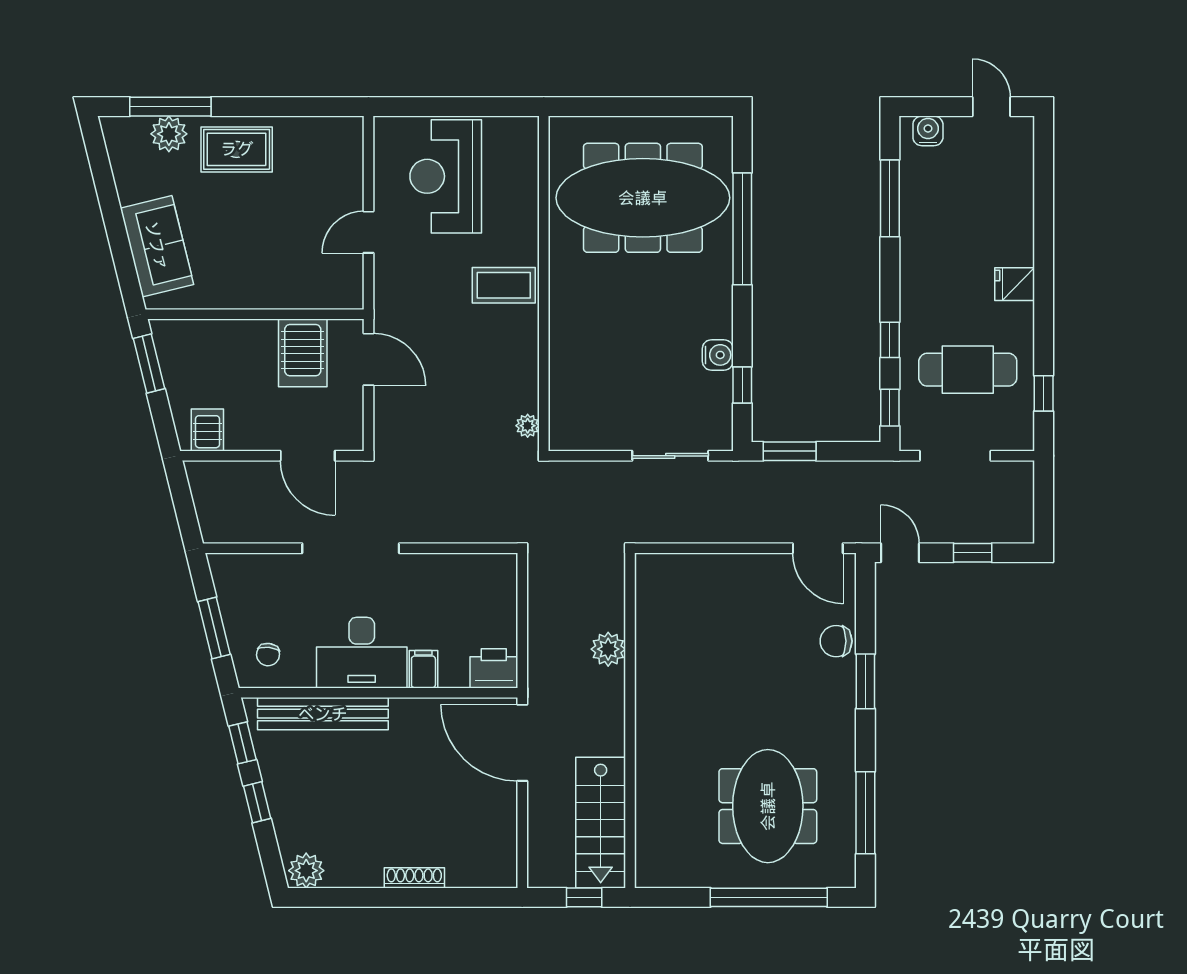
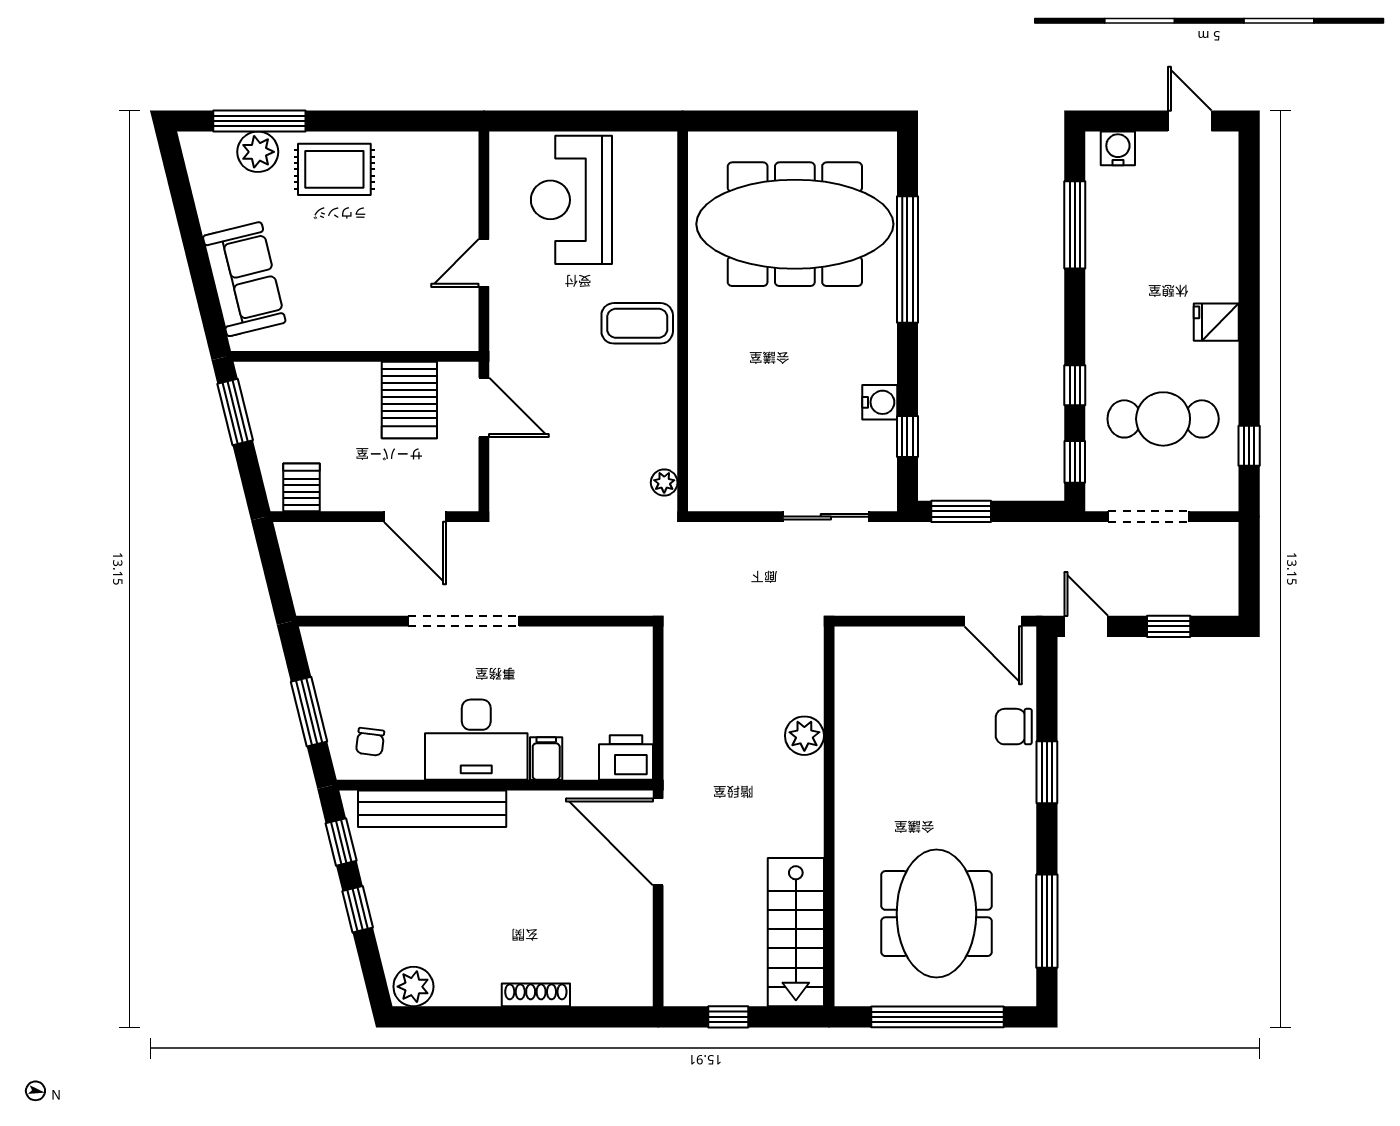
plant: (608, 649) -> (804, 736), moved
wall: (630, 720) -> (829, 816), moved
stairs: (601, 823) -> (796, 932), moved

